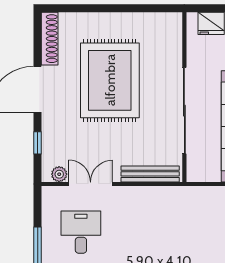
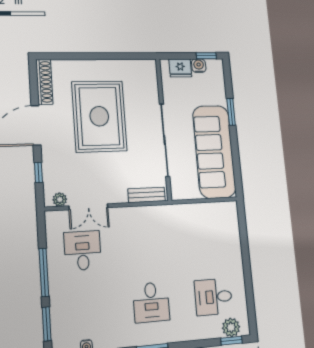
bench: (150, 174) -> (147, 195), width x0.73
double door: (91, 184) -> (88, 207), swing flipped

